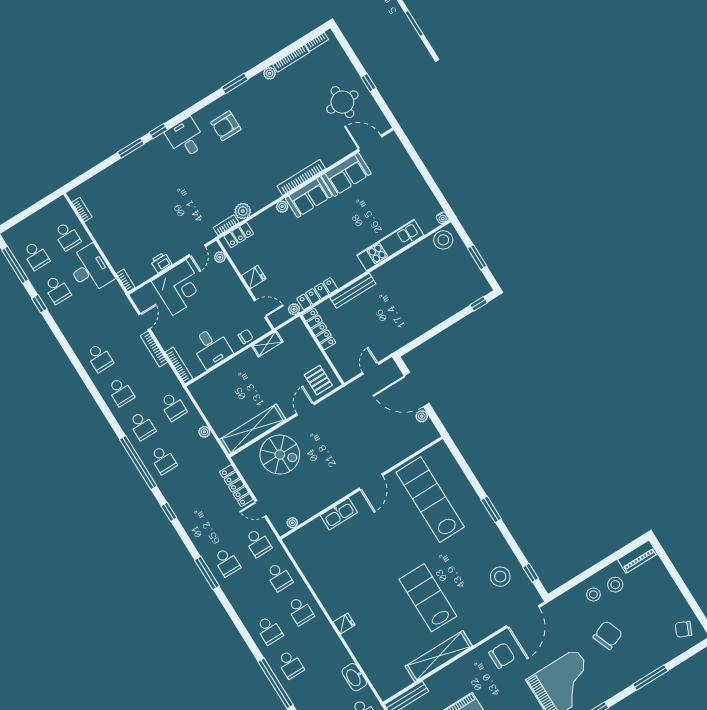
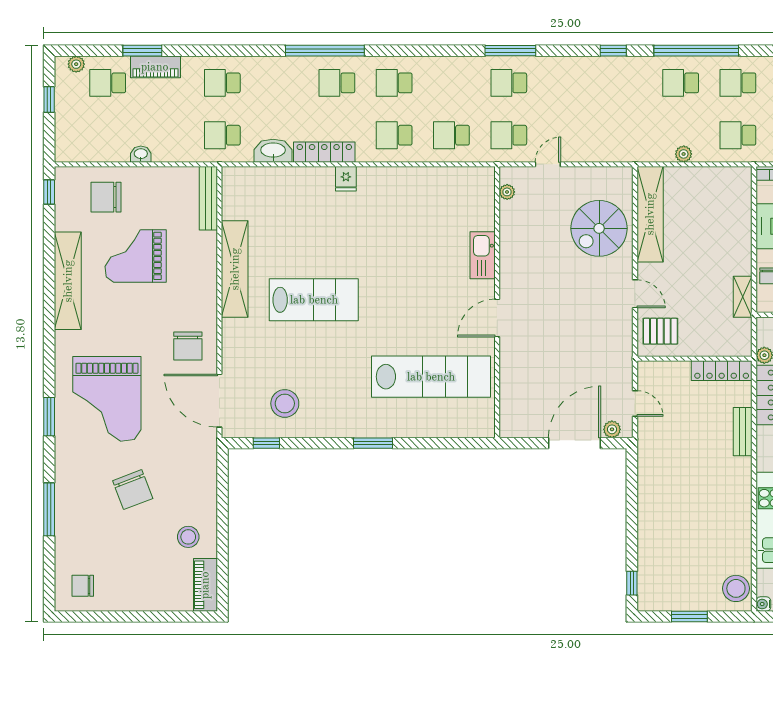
bench: (353, 291) -> (743, 432), width x0.73
plant: (422, 416) -> (612, 429), moved
door: (371, 482) -> (497, 318), hinge flipped
locker: (236, 486) -> (324, 152), moved
stool: (593, 594) -> (193, 503), removed
chair: (683, 629) -> (83, 586), turned -114

